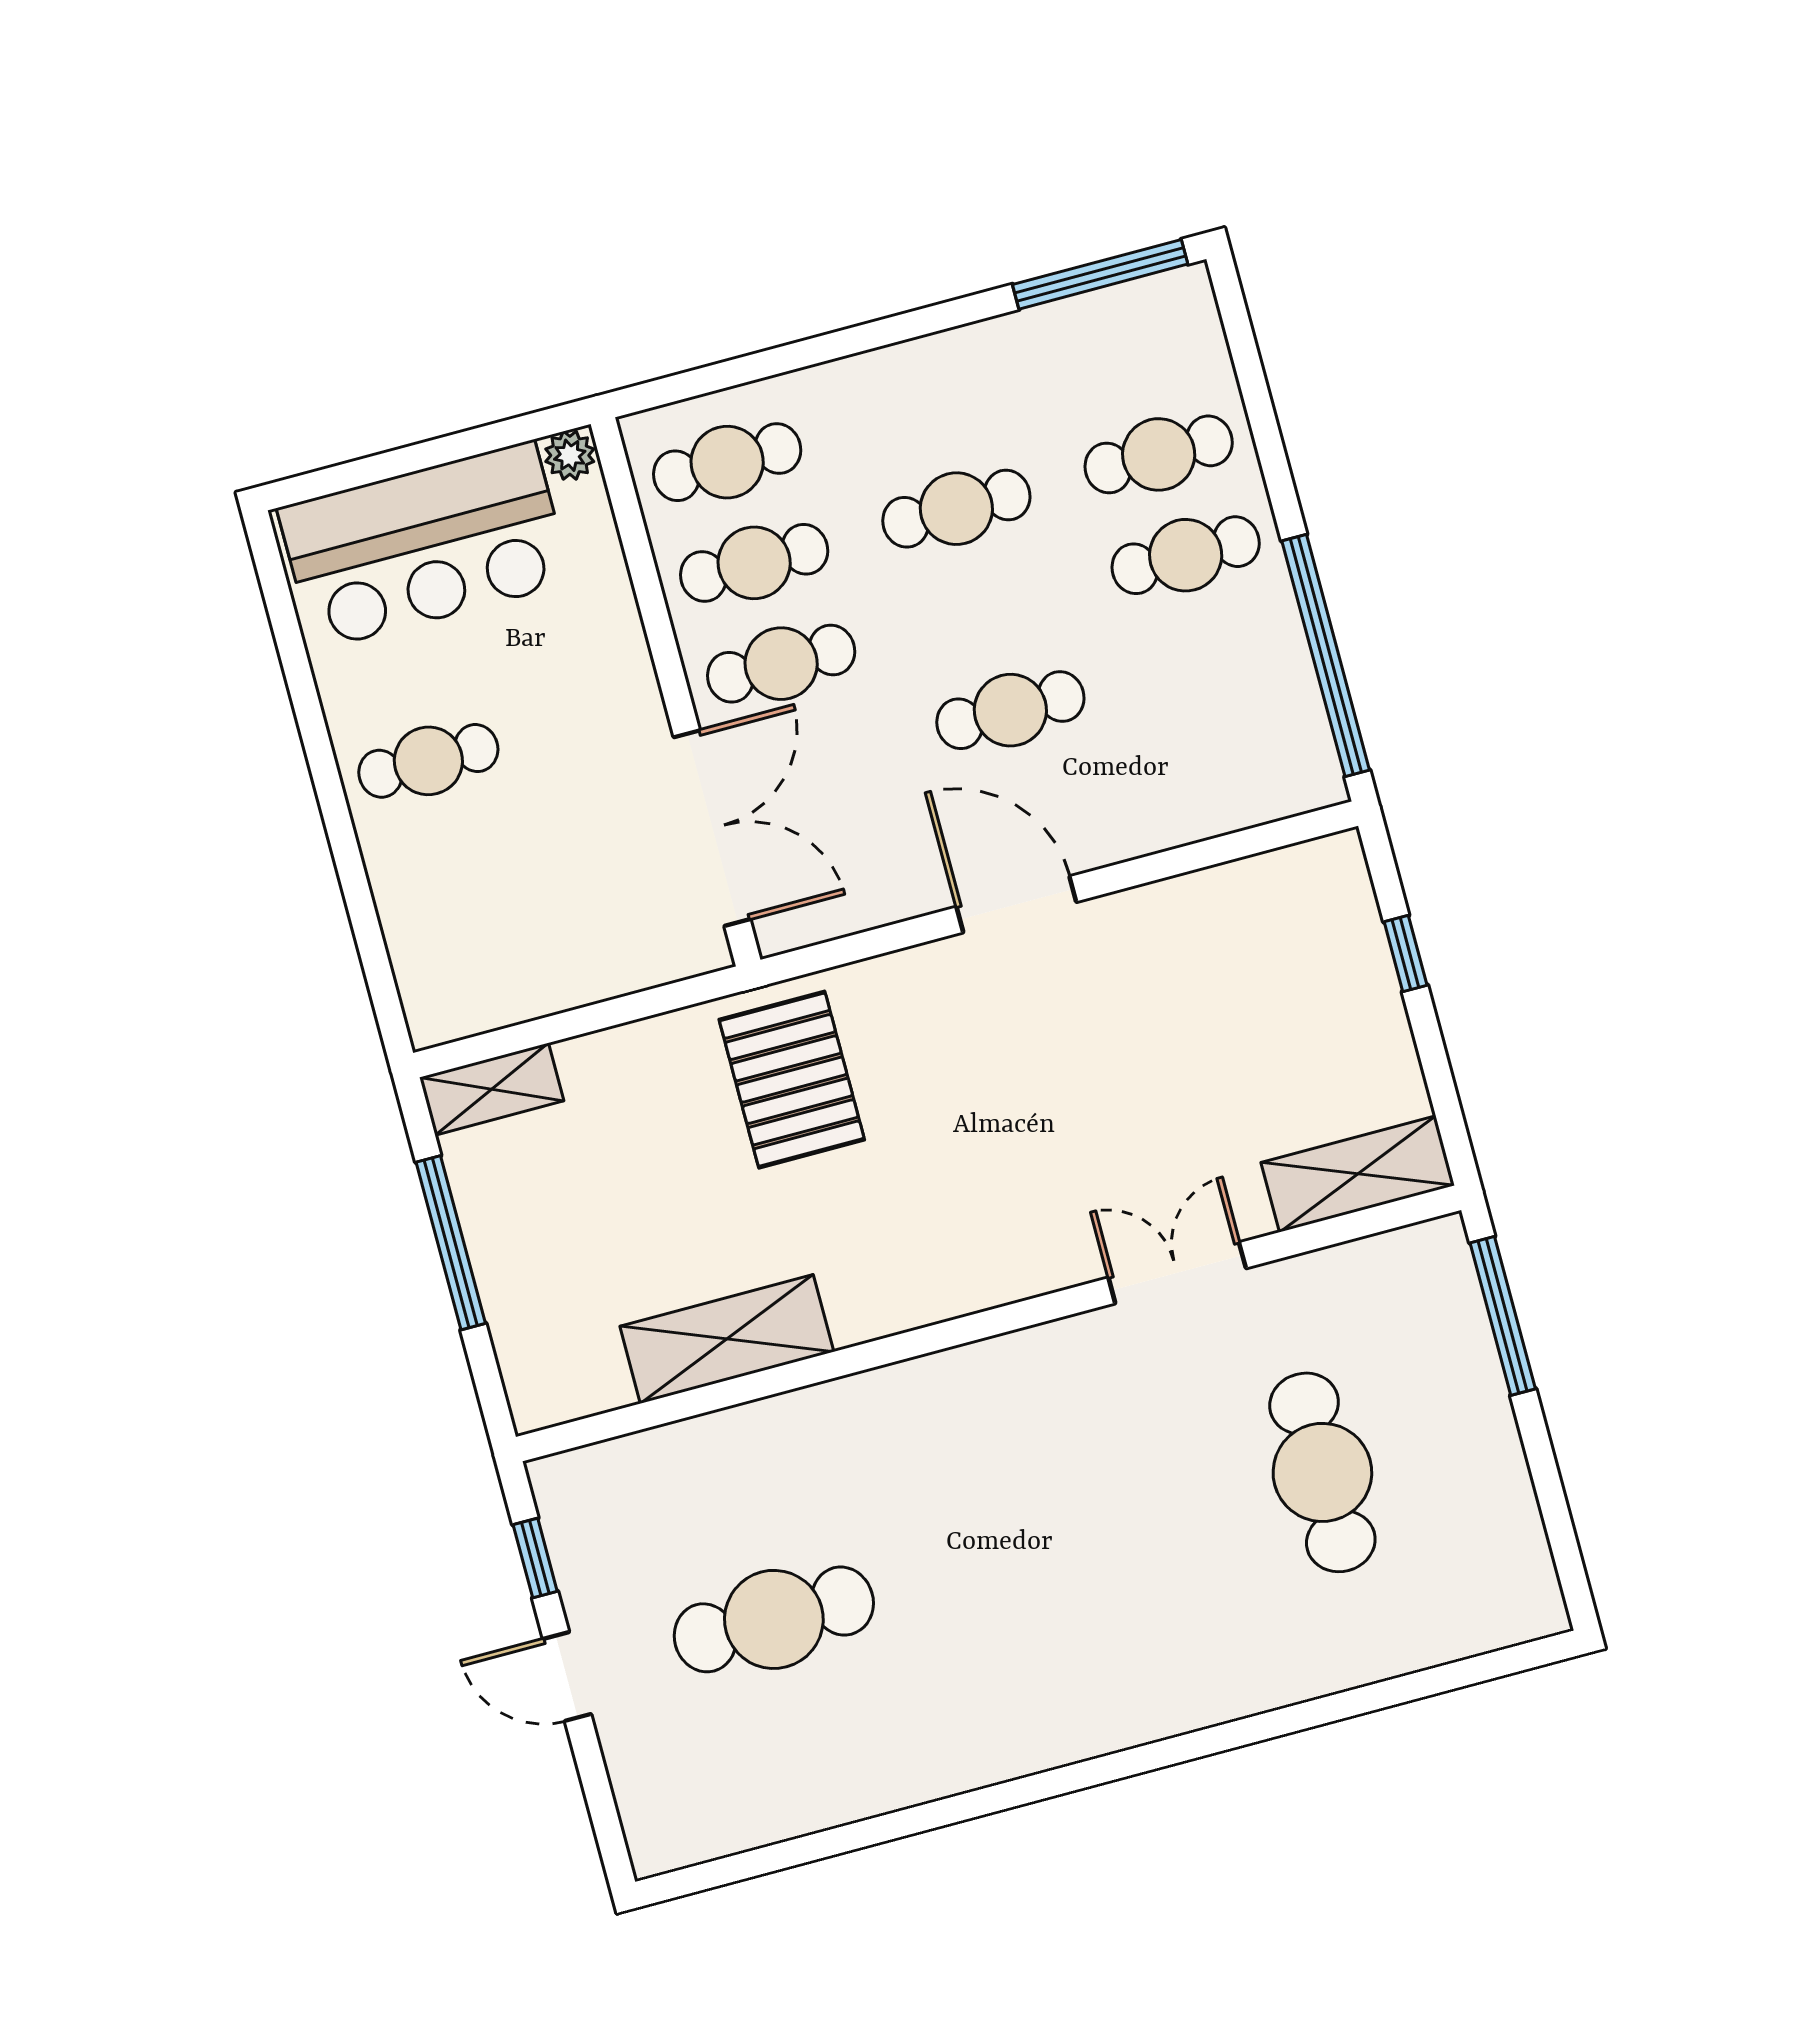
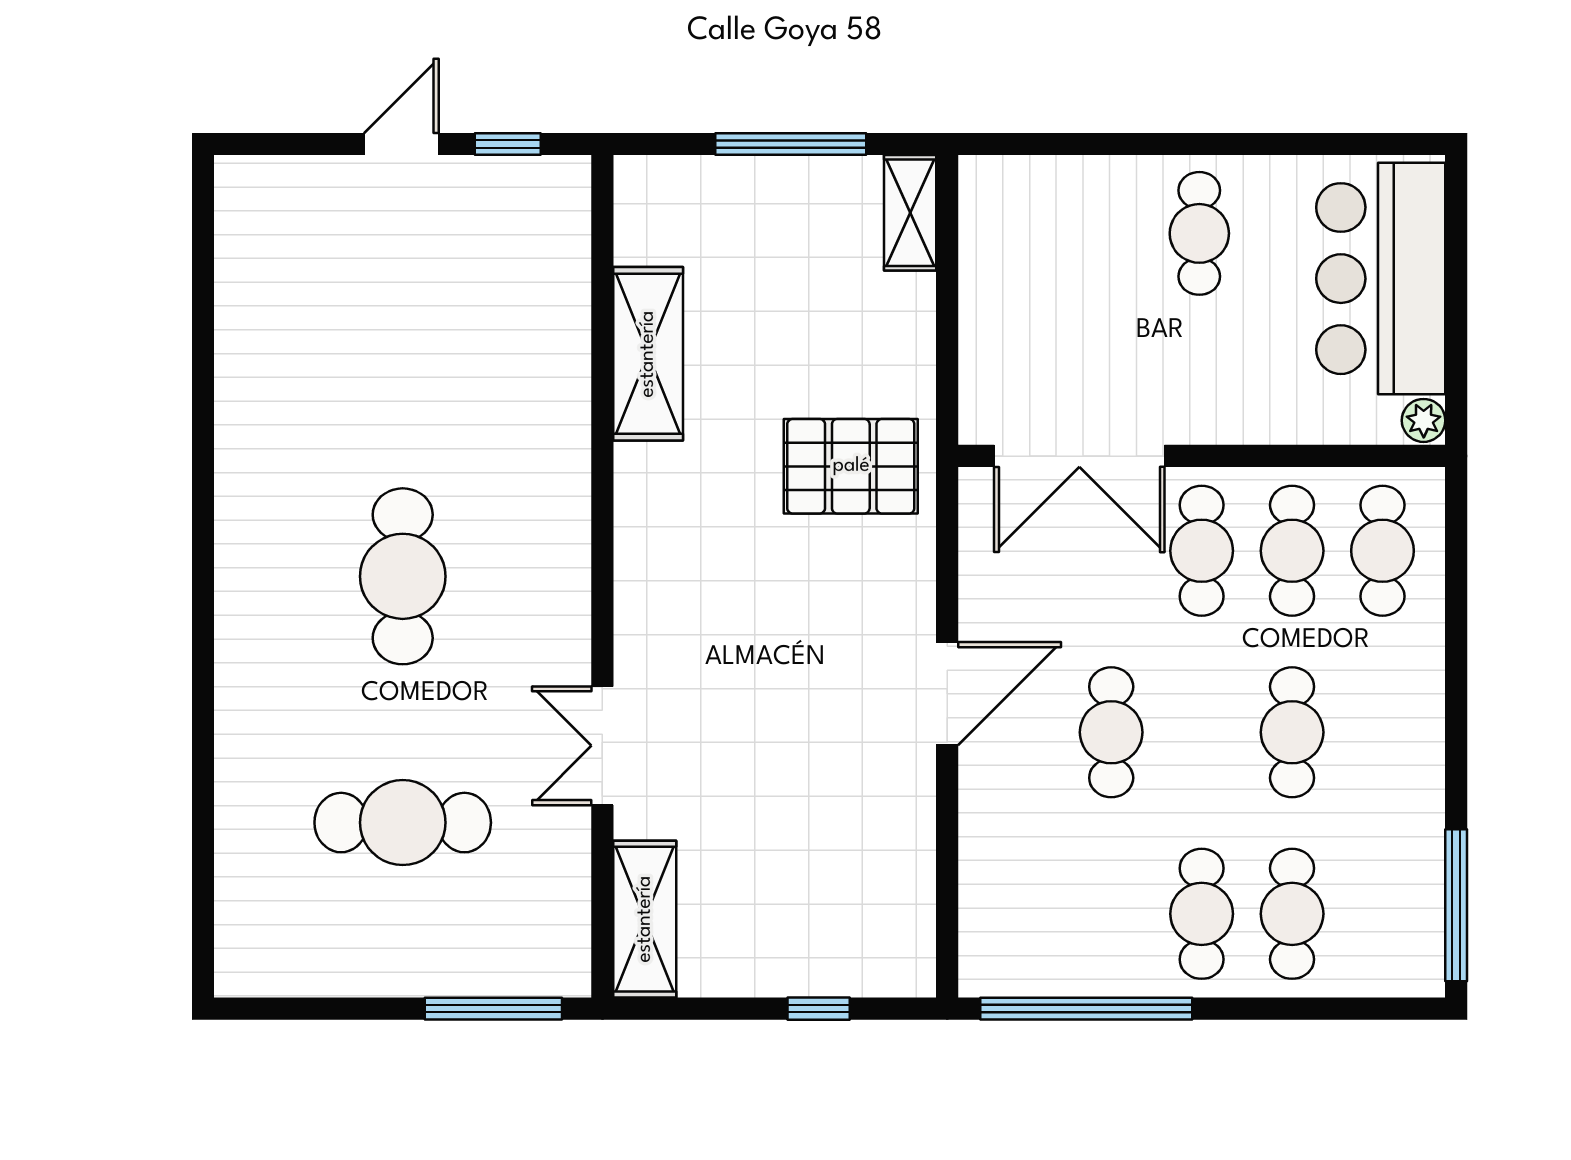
double door: (1177, 1273) -> (602, 746), swing flipped
cafe table: (774, 1619) -> (403, 576), moved

